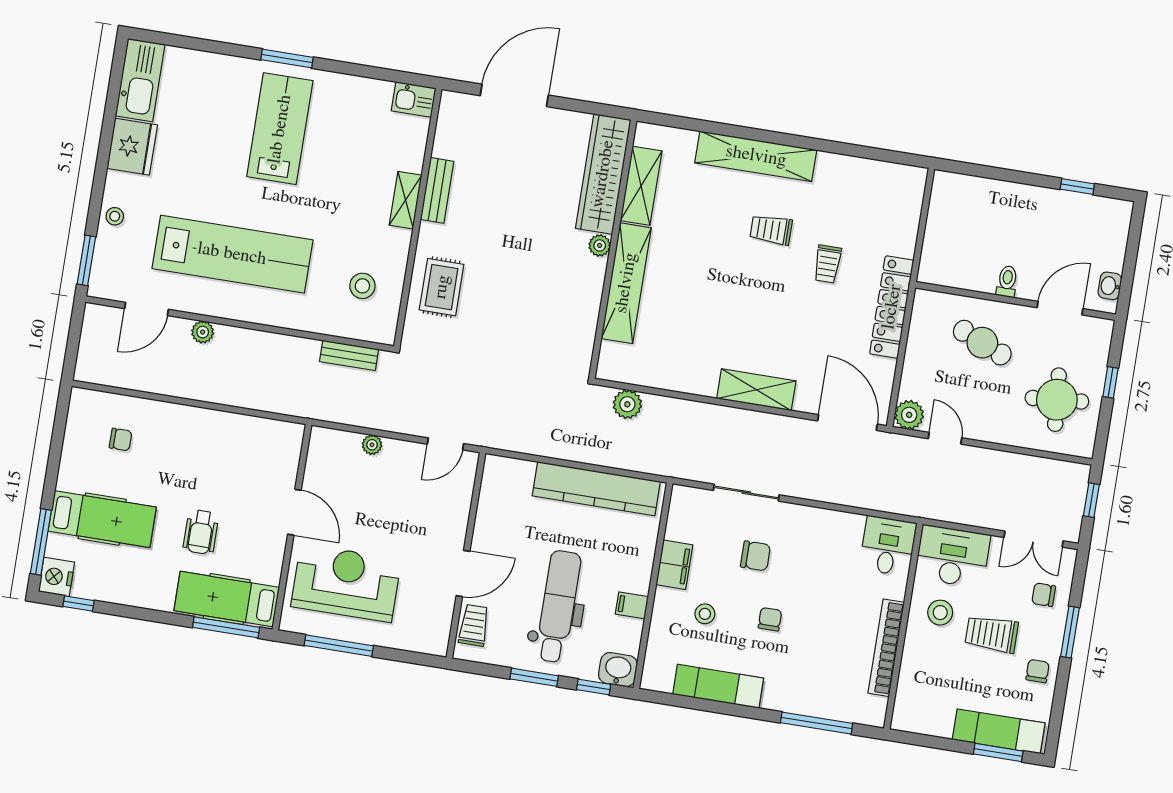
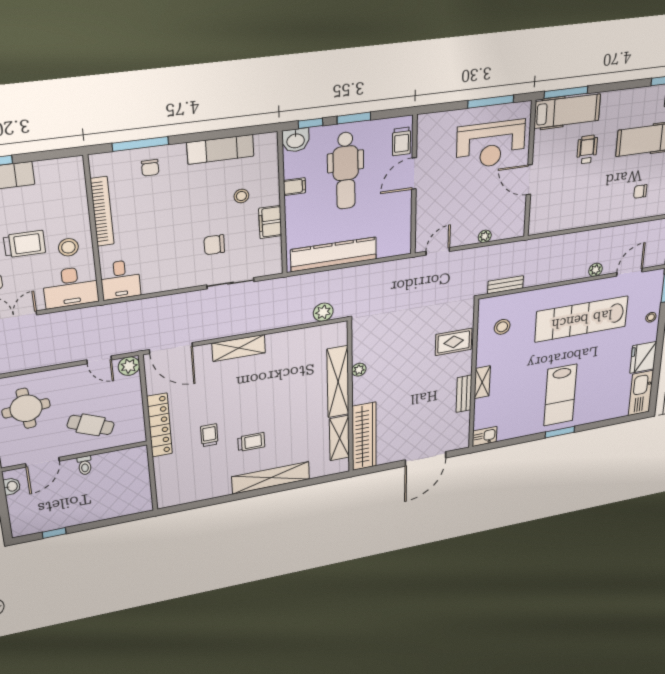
plant: (600, 245) -> (359, 370), moved
rug: (442, 287) -> (454, 342), turned 90
chair: (770, 619) -> (150, 168), moved

